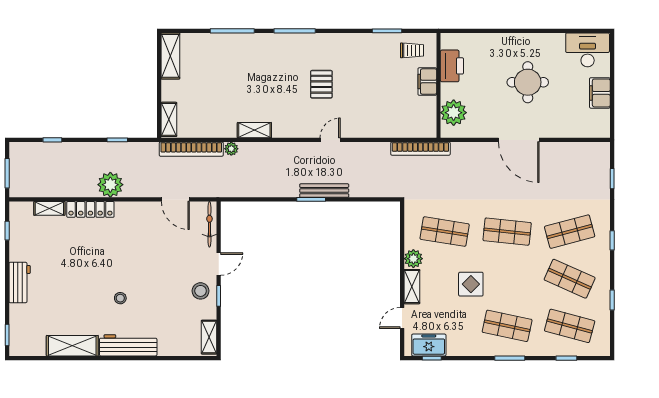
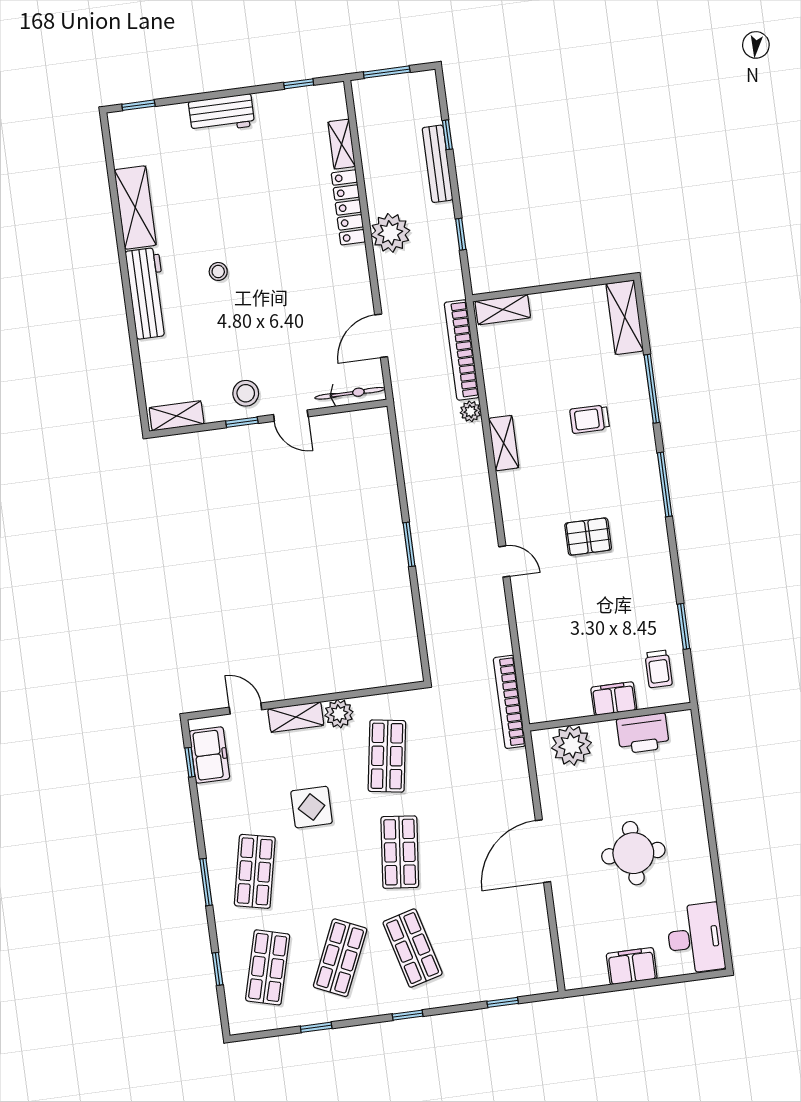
shelving: (170, 56) -> (625, 317), moved, turned 90
trolley: (246, 73) -> (590, 419), added
bench: (324, 191) -> (437, 164), moved

